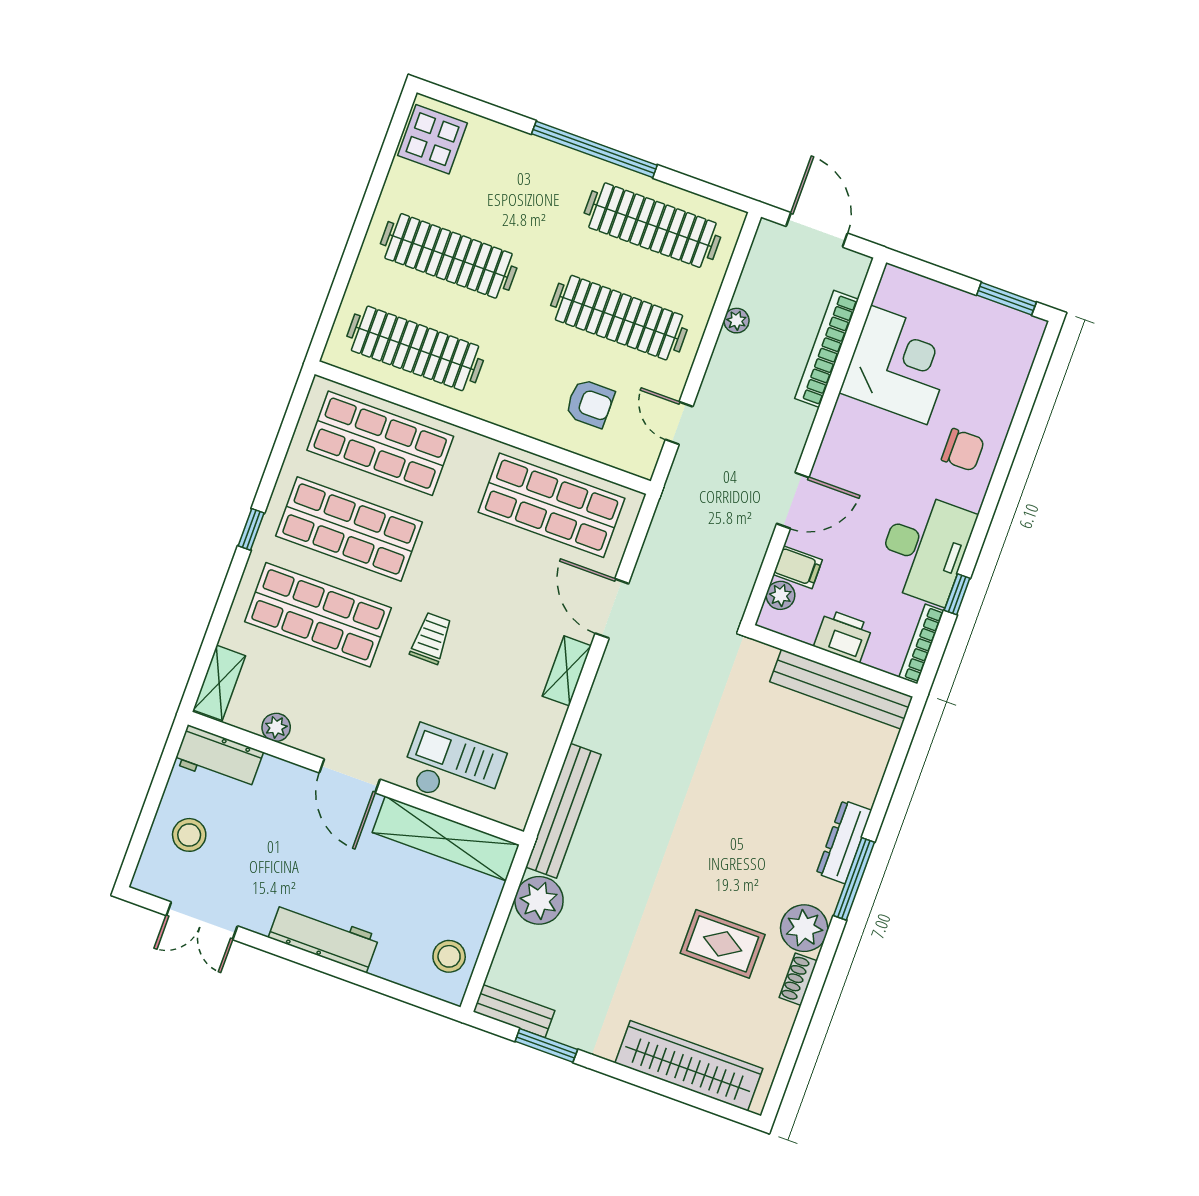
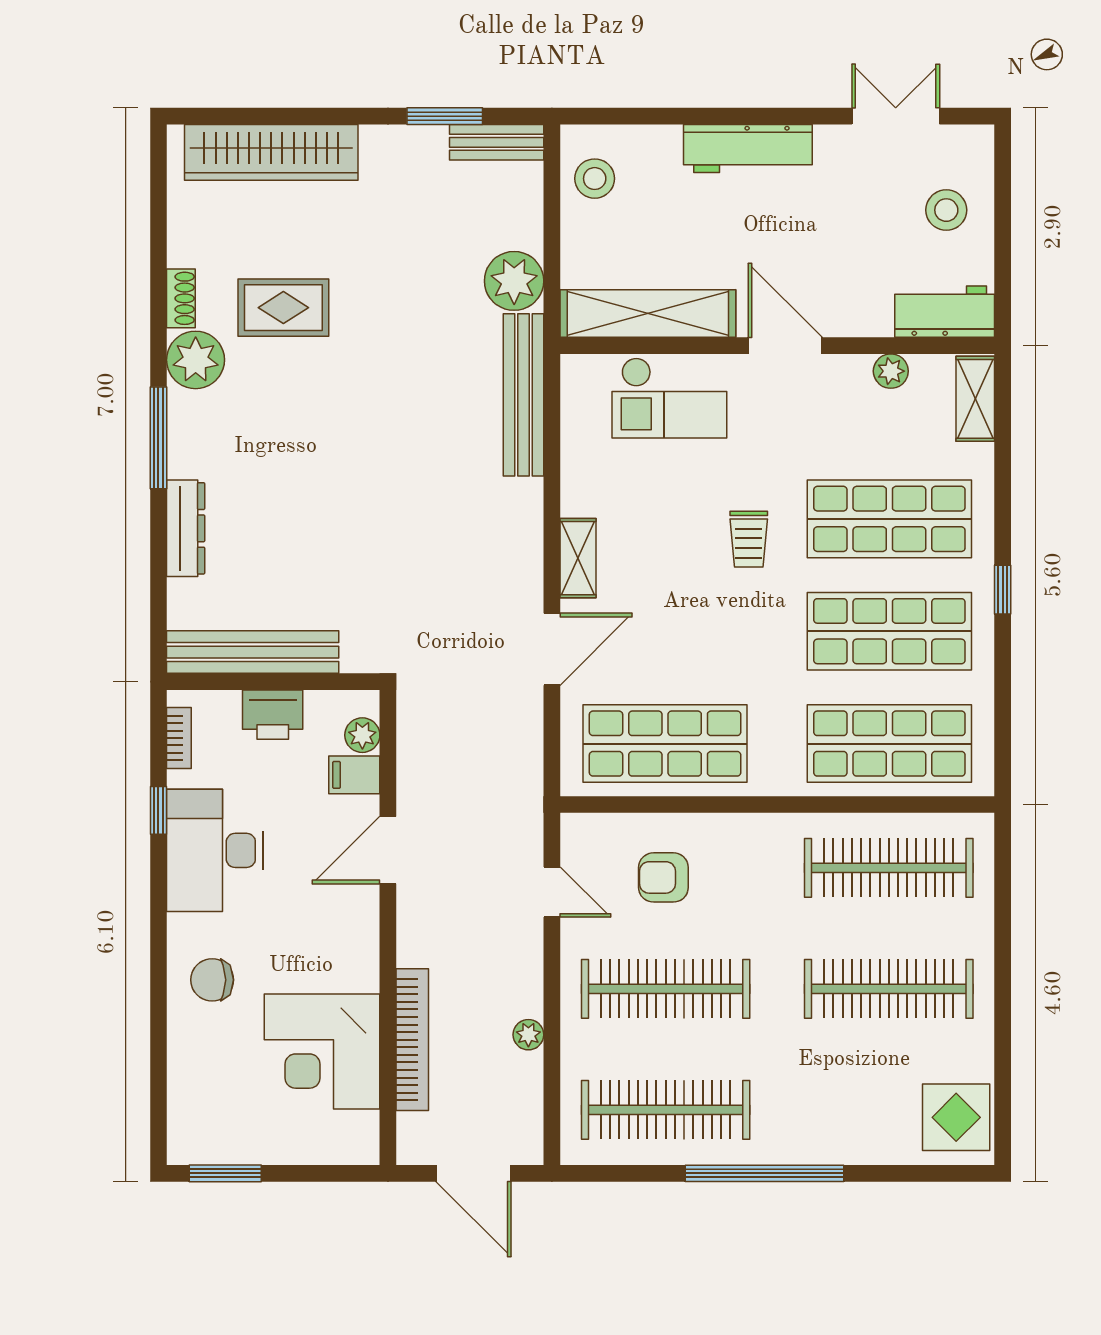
door: (612, 608) -> (552, 649), hinge flipped
bookcase: (921, 644) -> (179, 738), width x0.64
dresser: (844, 842) -> (186, 528), moved

